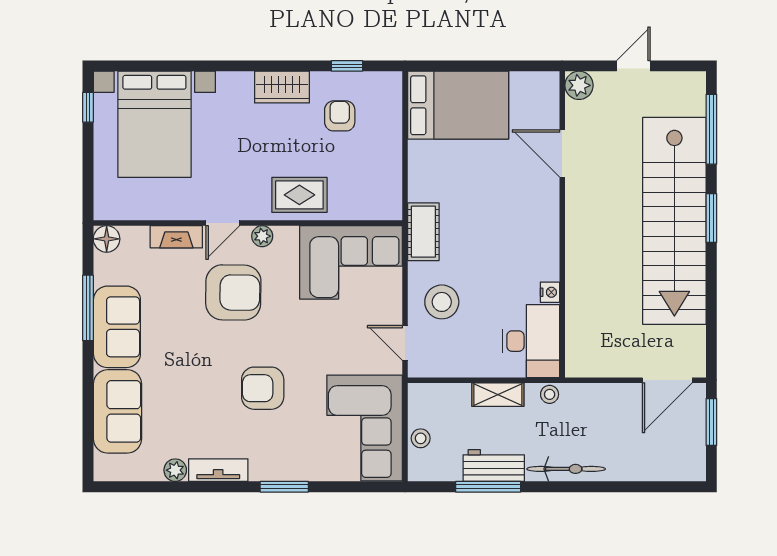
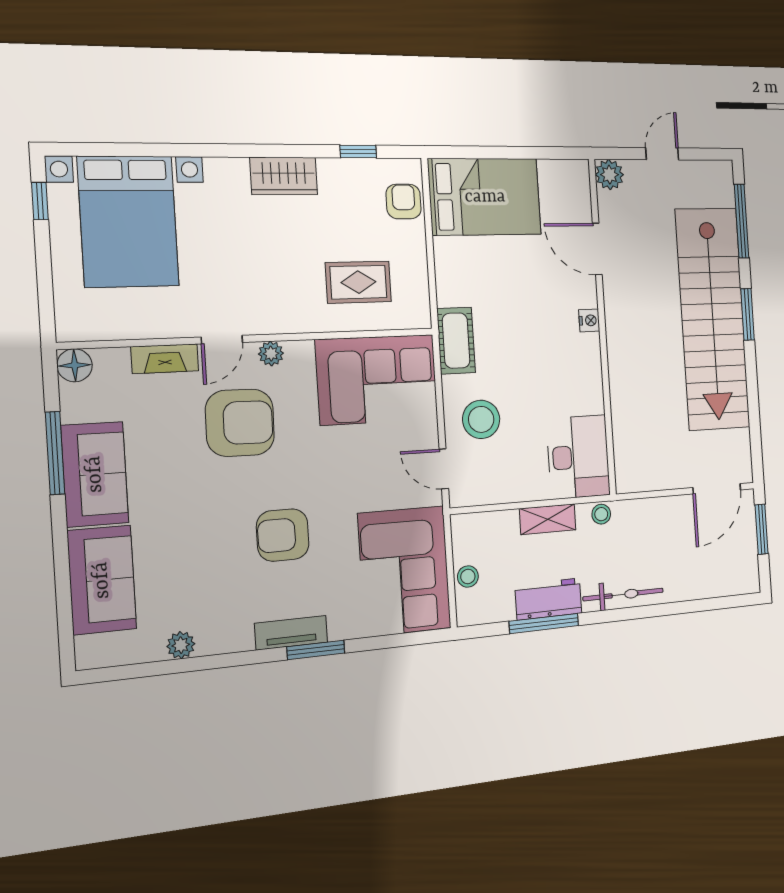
armchair: (340, 116) -> (404, 201), moved
rug: (299, 195) -> (358, 282), moved
nightstand: (550, 292) -> (589, 320), moved
tv unit: (218, 470) -> (291, 633), moved

